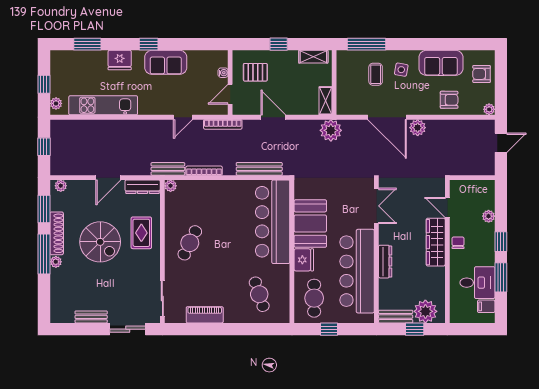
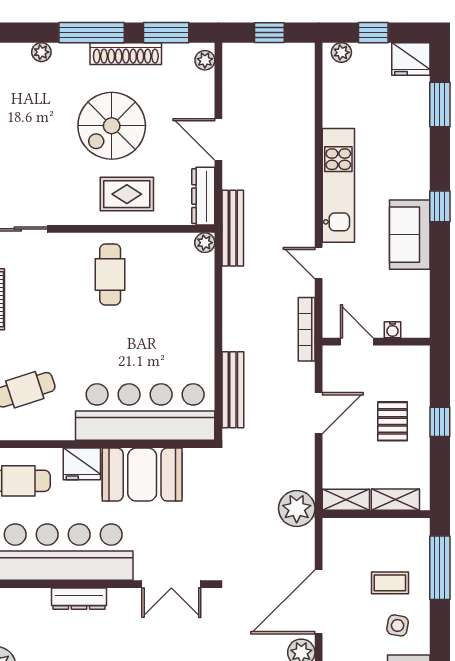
shelving: (313, 57) -> (395, 500), moved, turned 90
fridge: (120, 60) -> (411, 59), moved, turned -90
pallet: (255, 72) -> (392, 421), moved
kitchen unit: (103, 105) -> (338, 185), moved
bench: (168, 169) -> (233, 228), width x1.36
bookcase: (204, 171) -> (230, 298), removed
cafe table: (190, 243) -> (110, 275), turned 64
plant: (56, 262) -> (41, 52), moved

